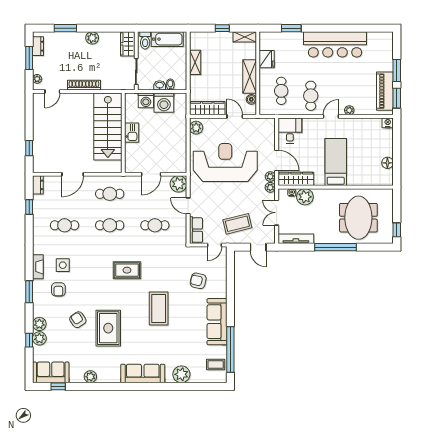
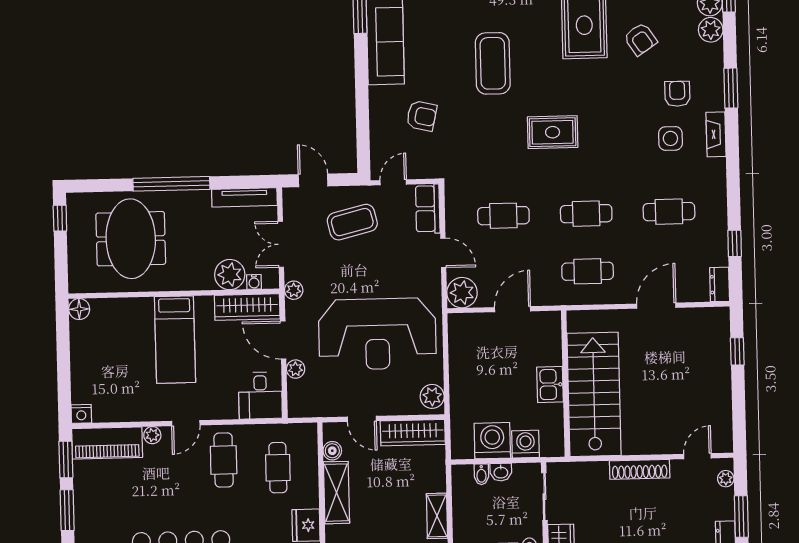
piano: (385, 91) -> (107, 443), moved, turned 90
floor lamp: (387, 163) -> (79, 309), moved
plant: (270, 177) -> (296, 369), moved
double door: (277, 213) -> (281, 244), swing flipped

